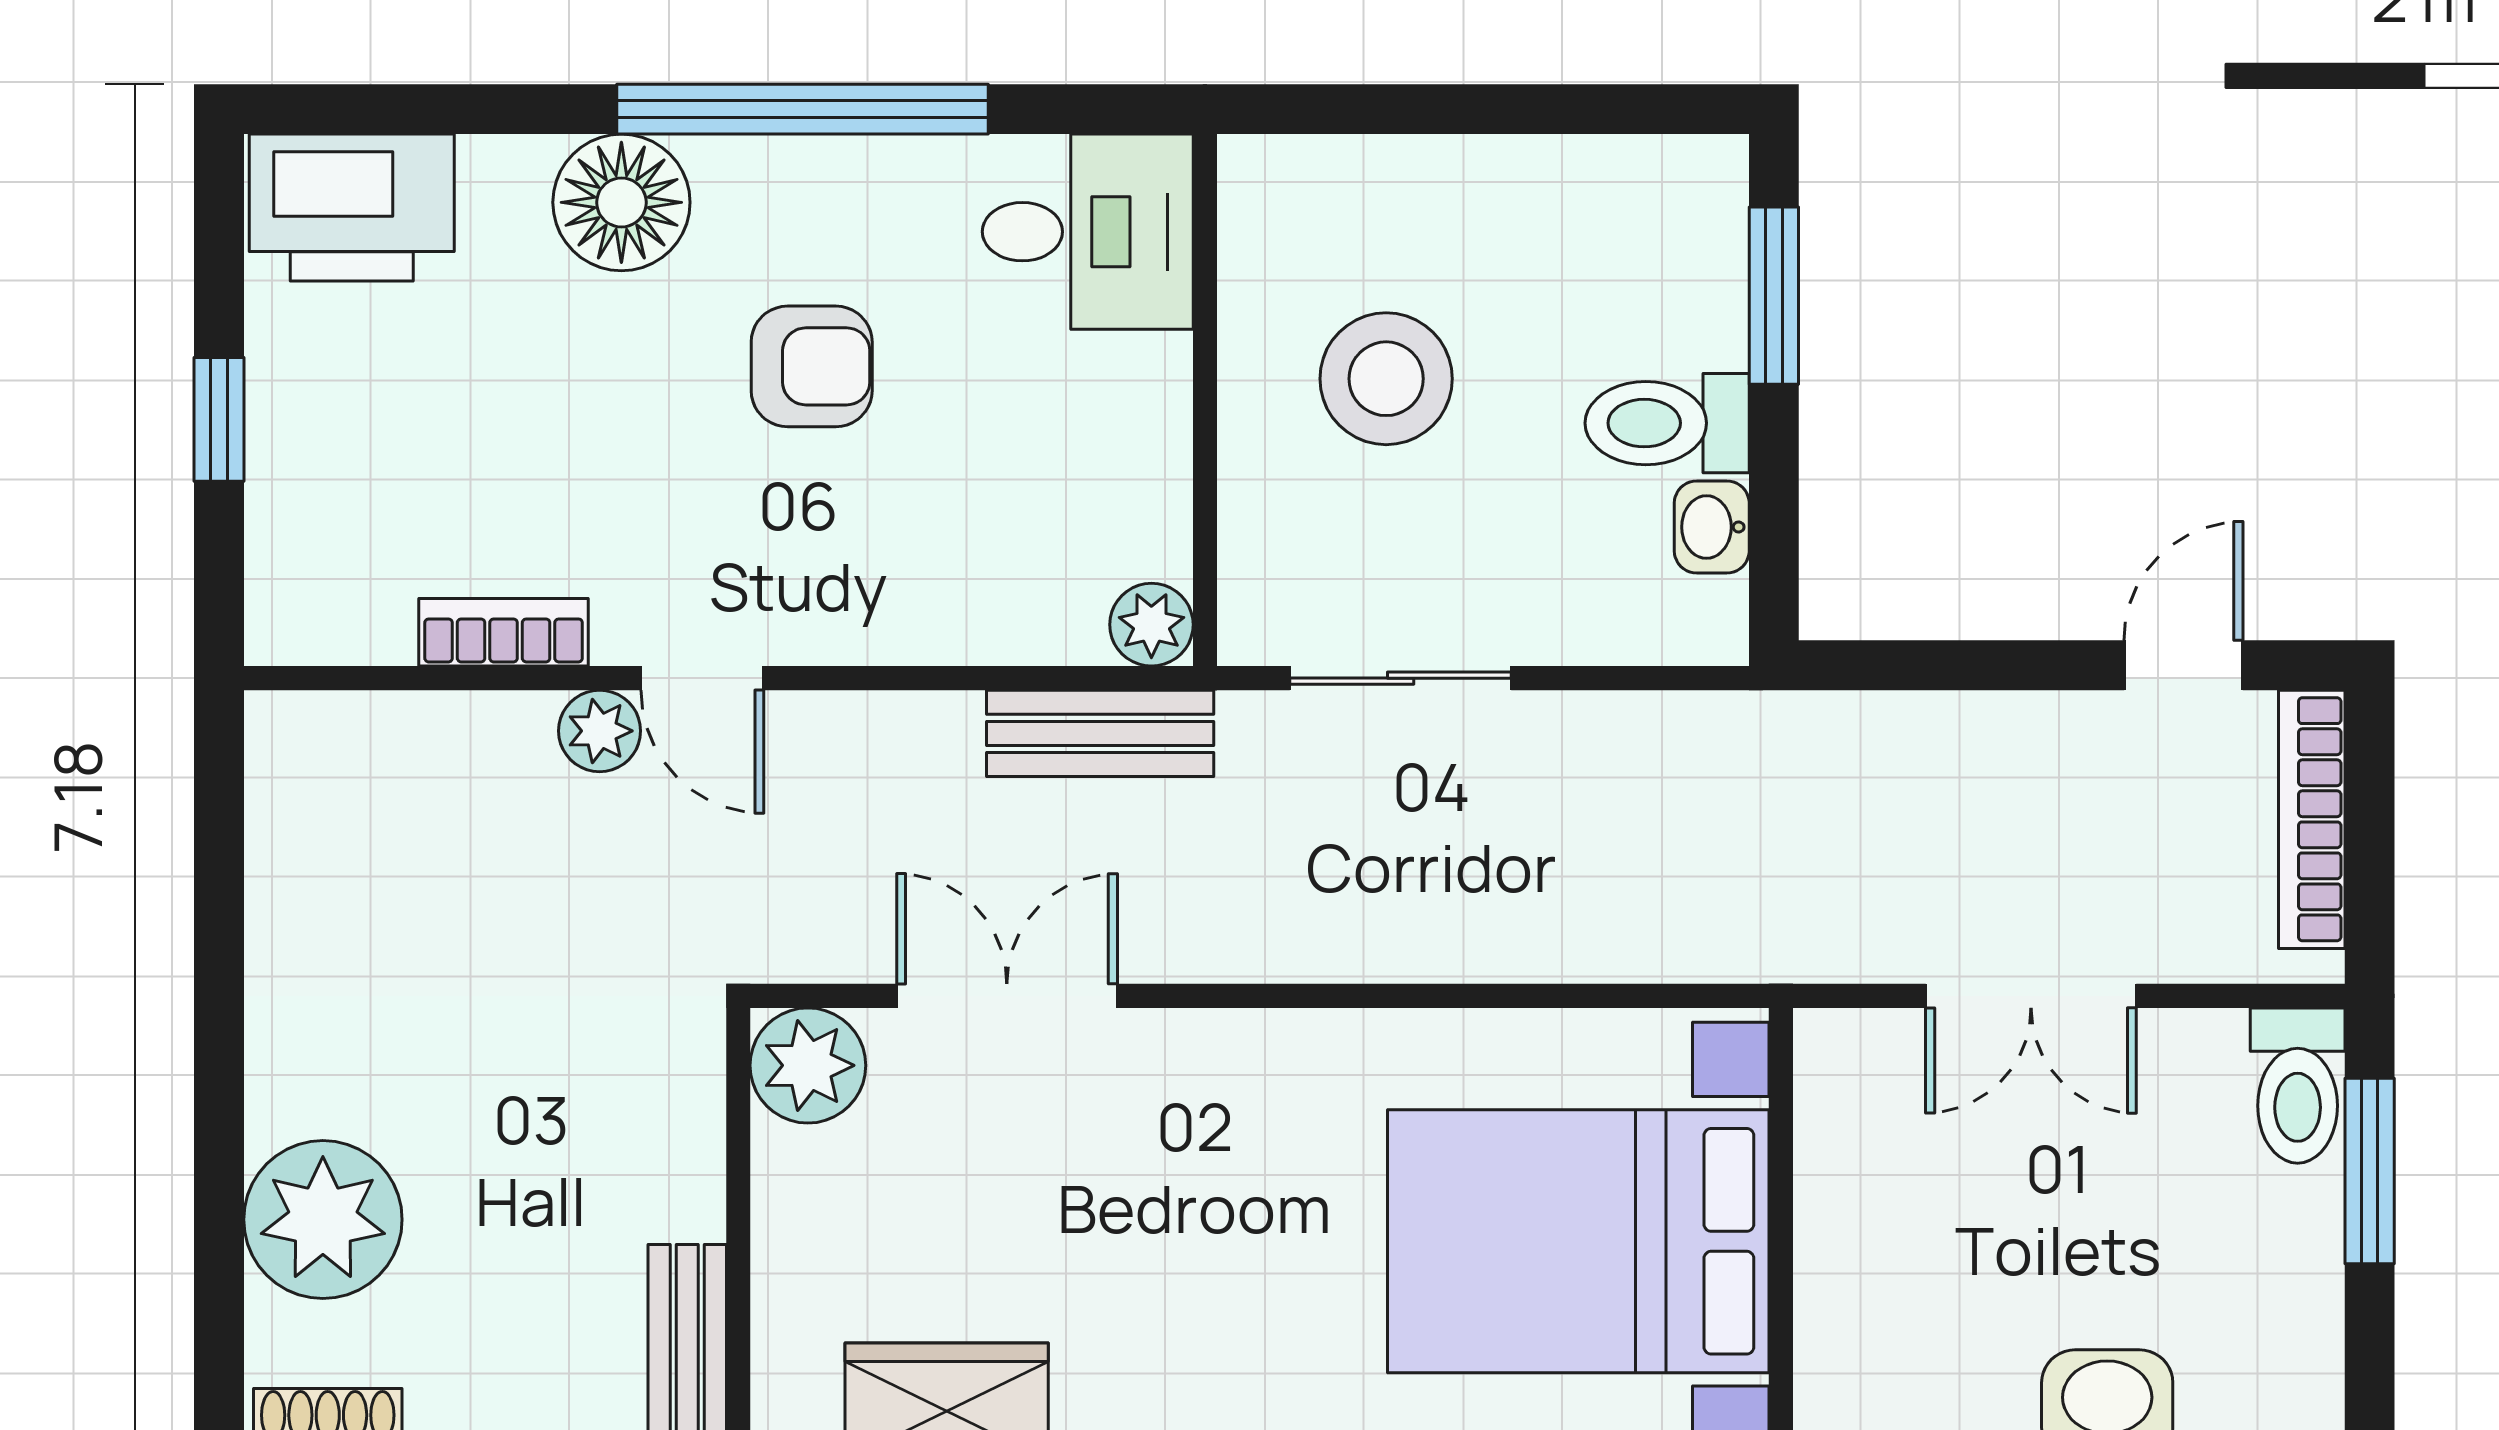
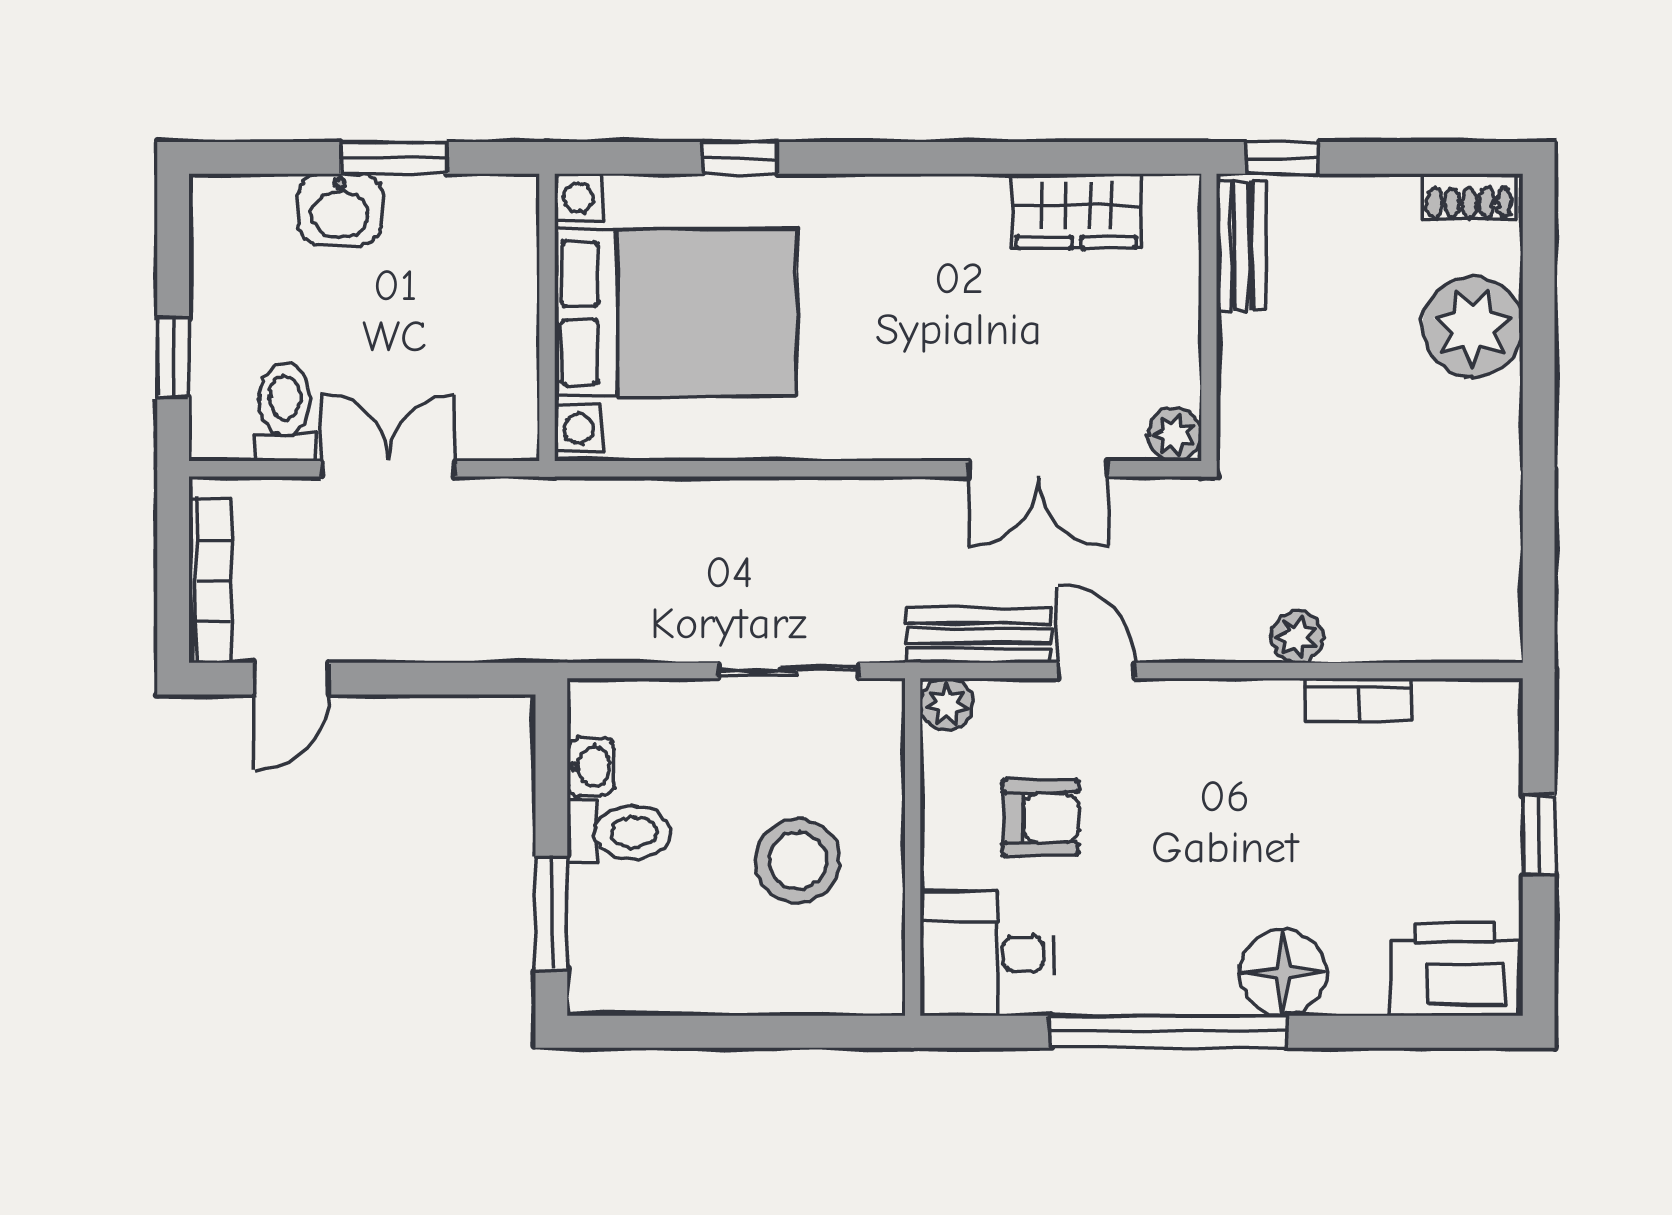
armchair: (812, 366) -> (1040, 818), moved, turned 180
door: (702, 678) -> (1096, 670), moved
plant: (808, 1065) -> (1175, 435), width x0.73, depth x0.73
toilet: (2298, 1086) -> (285, 412), moved
window: (2370, 1171) -> (173, 358), width x0.67

